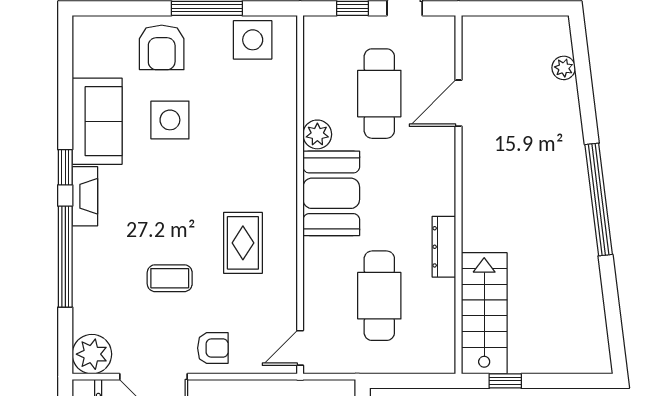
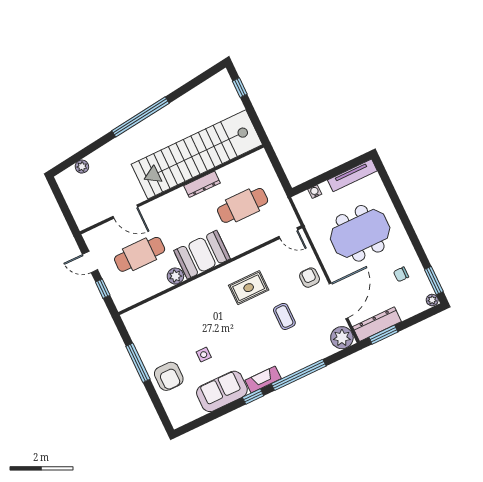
side table: (253, 40) -> (143, 332), removed
armchair: (162, 47) -> (169, 376), turned 90
side table: (170, 120) -> (204, 355), width x0.54, depth x0.54
stairs: (484, 313) -> (197, 154), width x1.86, depth x1.51
window: (505, 381) -> (240, 88), moved

